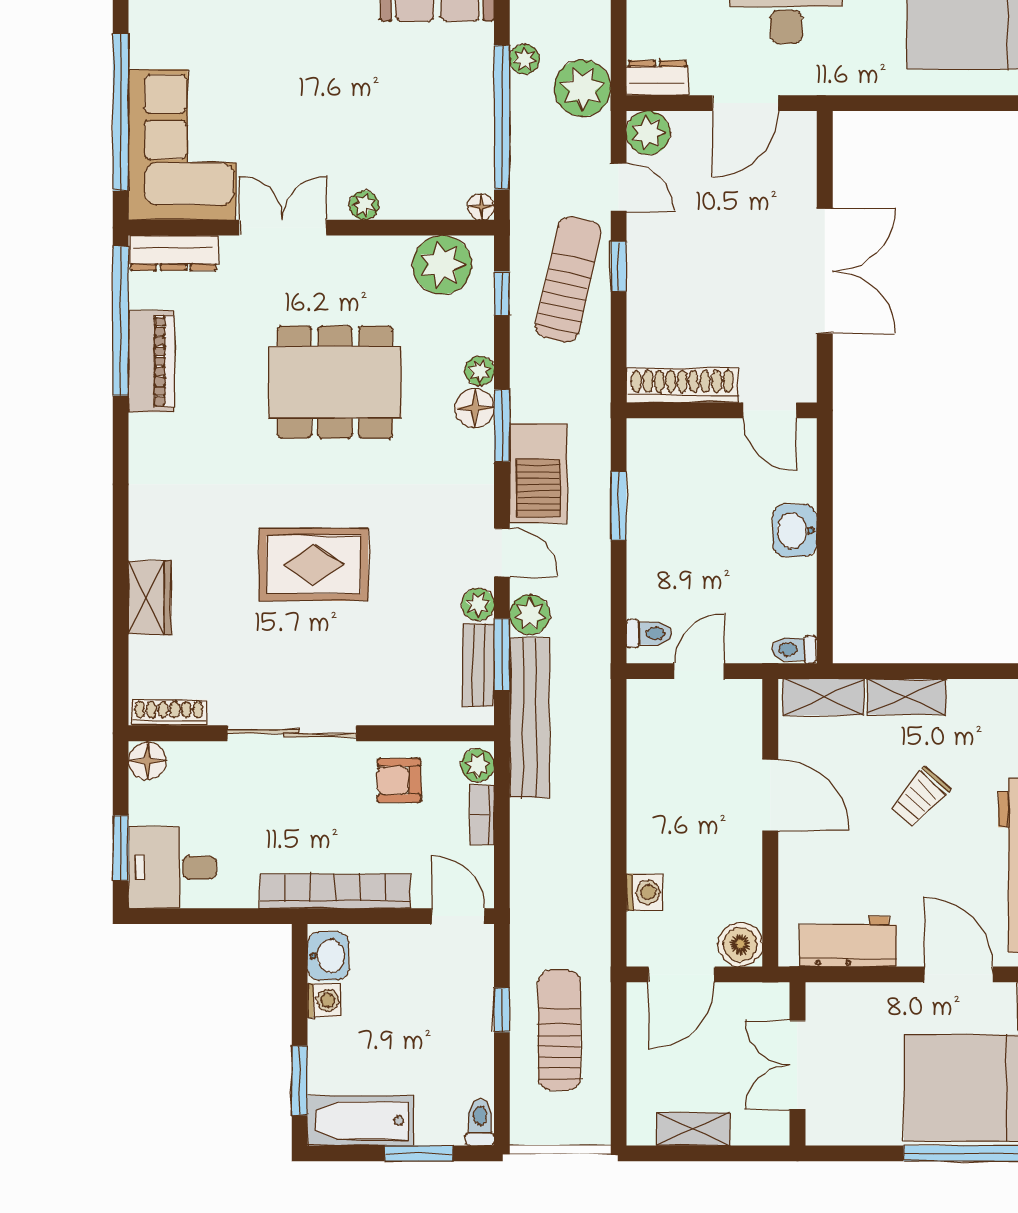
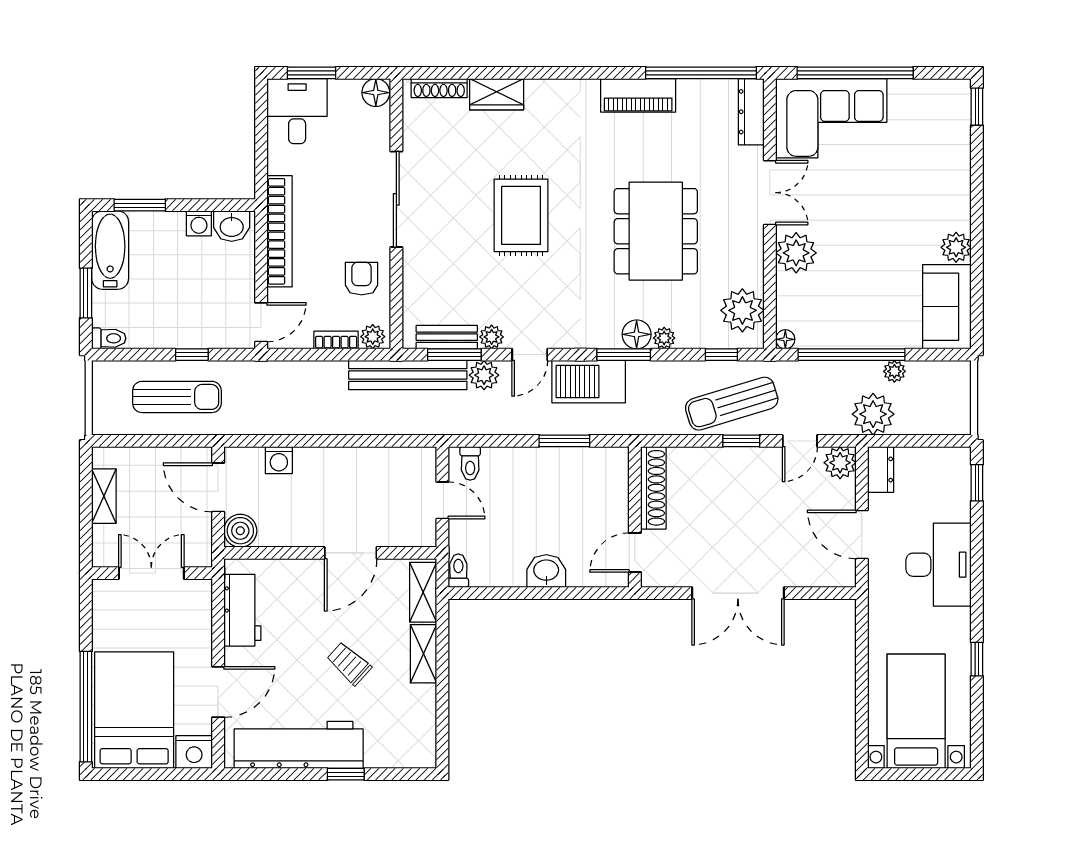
plant: (364, 205) -> (796, 253), width x1.87, depth x1.87
sun lounger: (568, 279) -> (732, 404), turned 150
piano: (151, 361) -> (638, 95), moved
shoe rack: (169, 713) -> (439, 88), moved, turned 90

